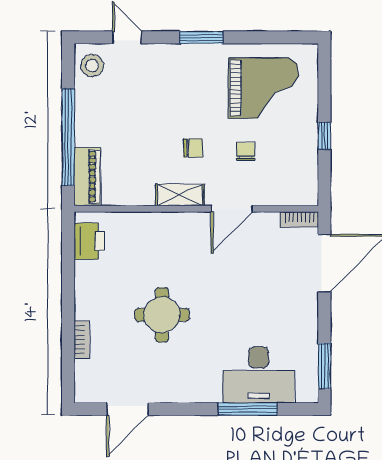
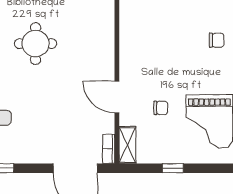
chair: (193, 148) -> (217, 40), moved, turned -90
shelving: (180, 195) -> (127, 145), moved

